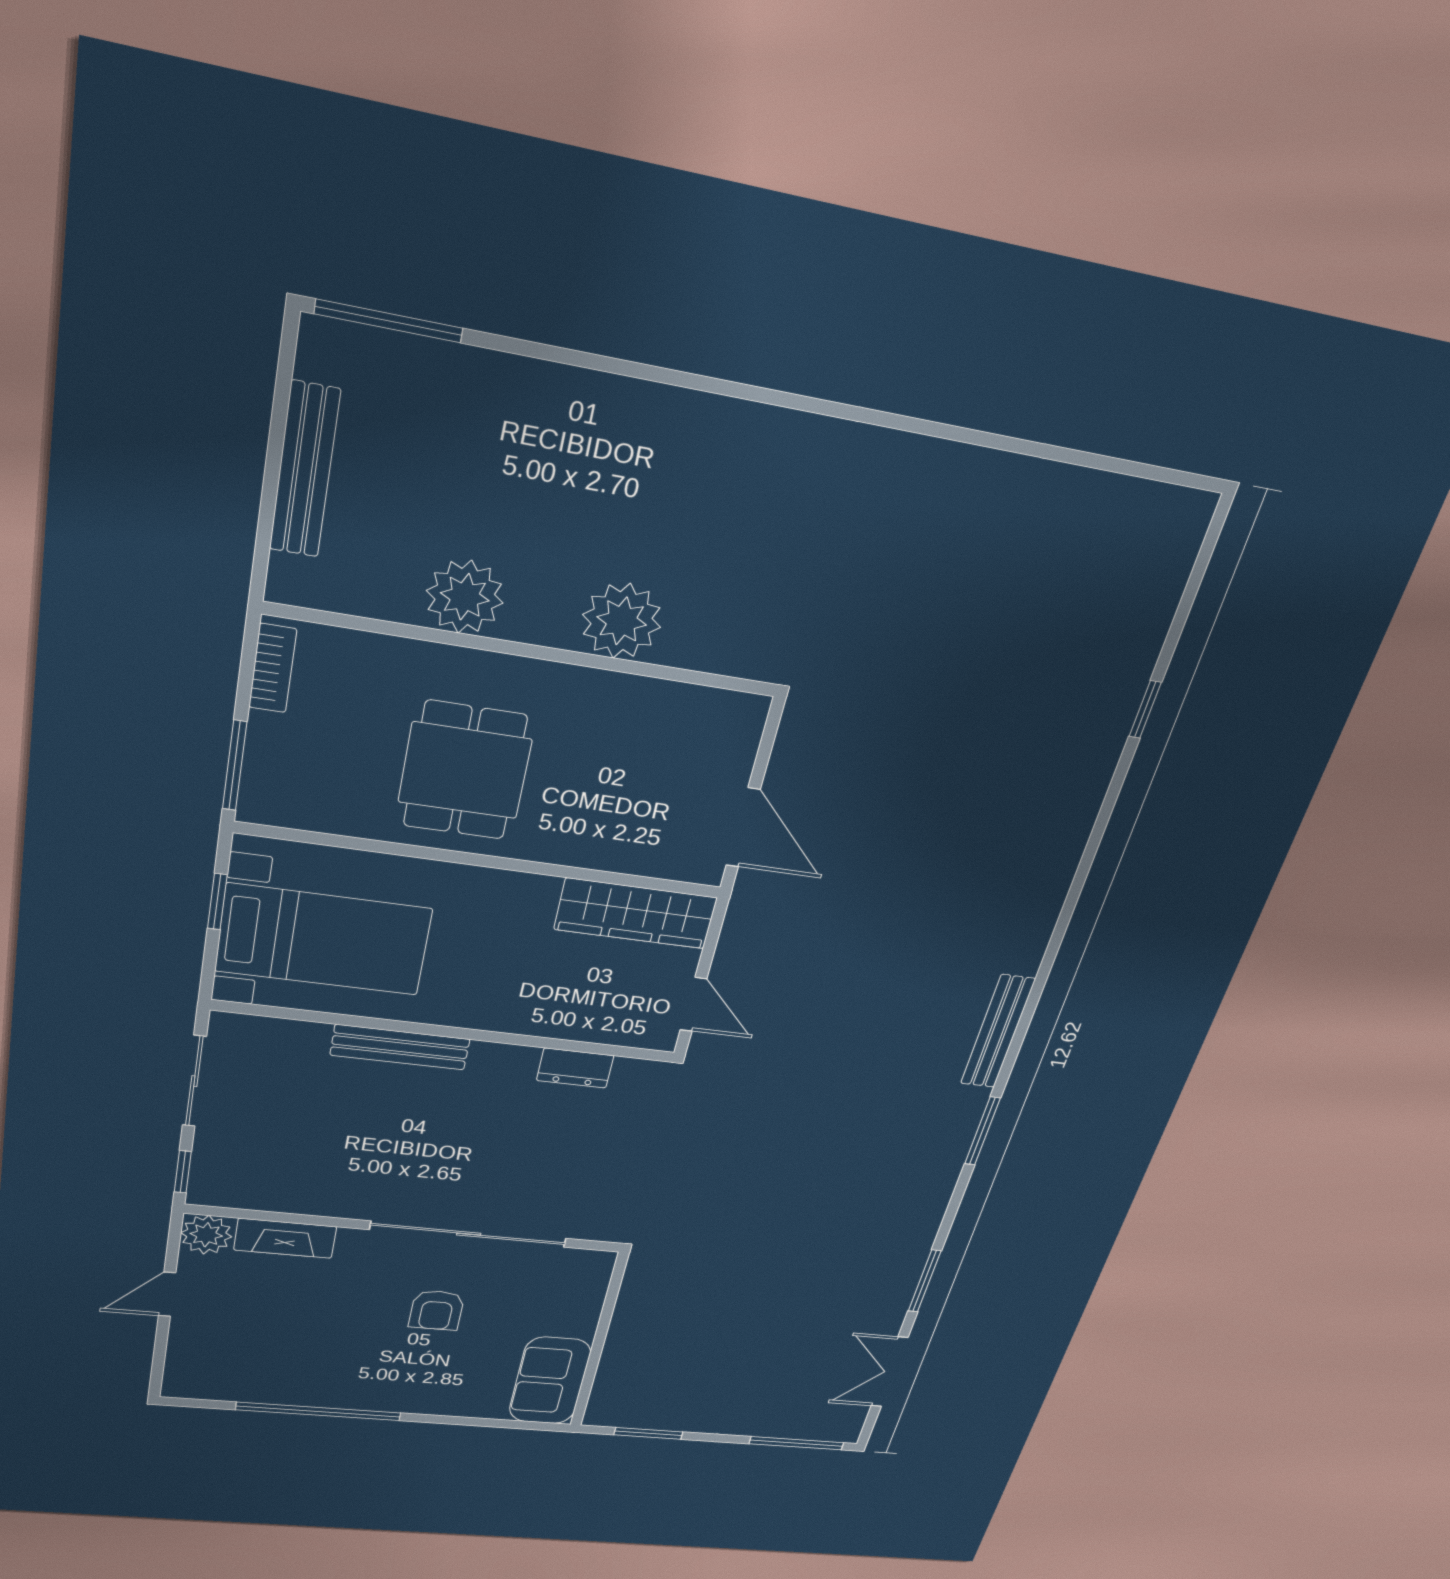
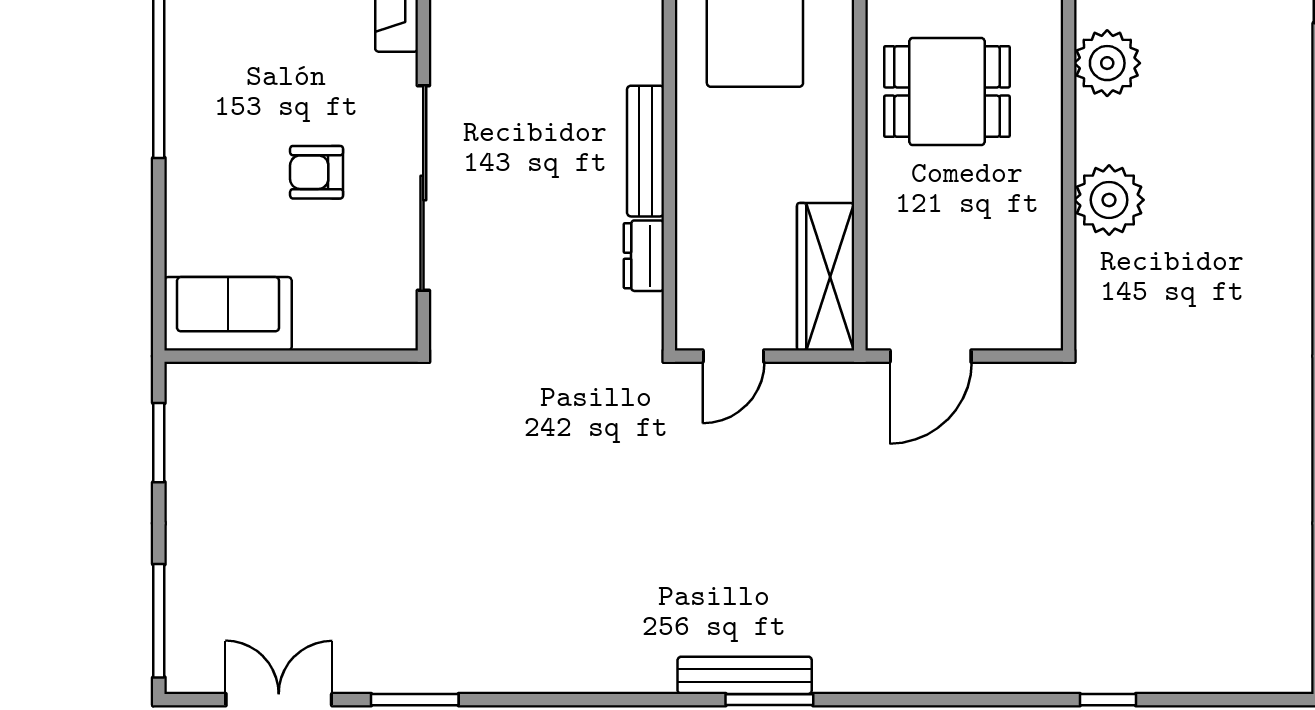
bench: (400, 1047) -> (646, 151), moved
window: (982, 1131) -> (769, 700), moved

